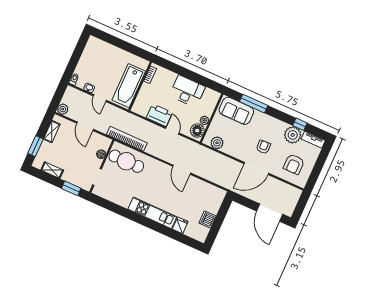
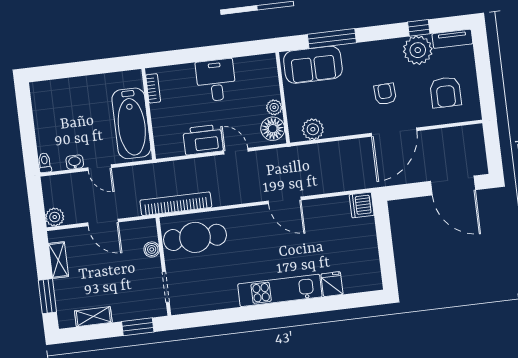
desk: (187, 91) -> (216, 80), width x0.73
dishwasher: (207, 220) -> (362, 205), moved

